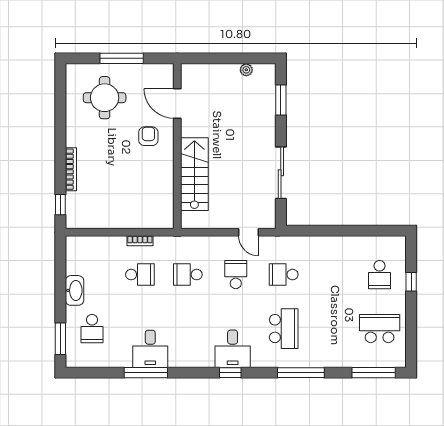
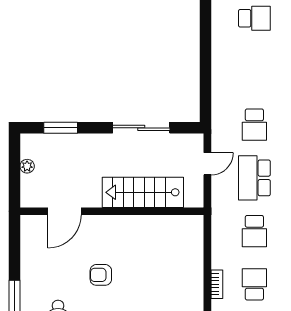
door: (177, 103) -> (64, 211), moved
wall: (177, 146) -> (112, 211), moved
stairs: (194, 174) -> (143, 192), moved
school desk: (236, 275) -> (254, 178), width x1.85

